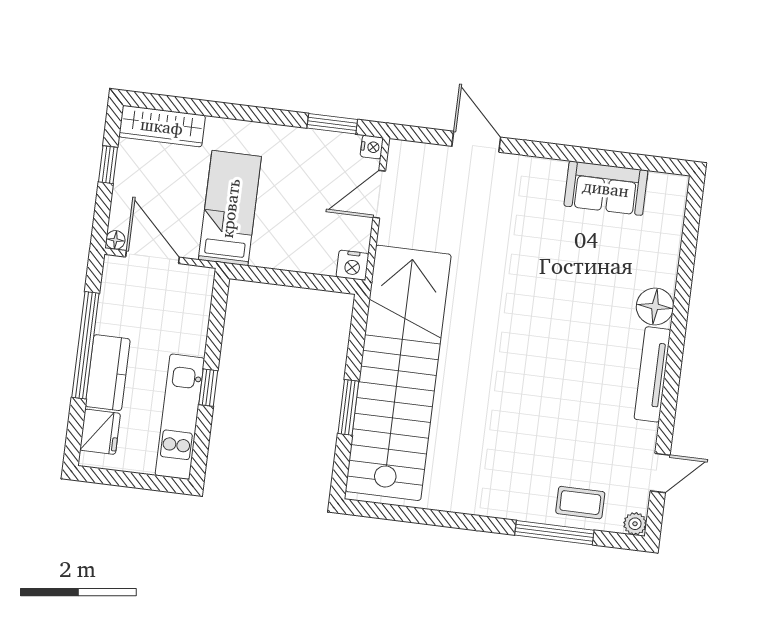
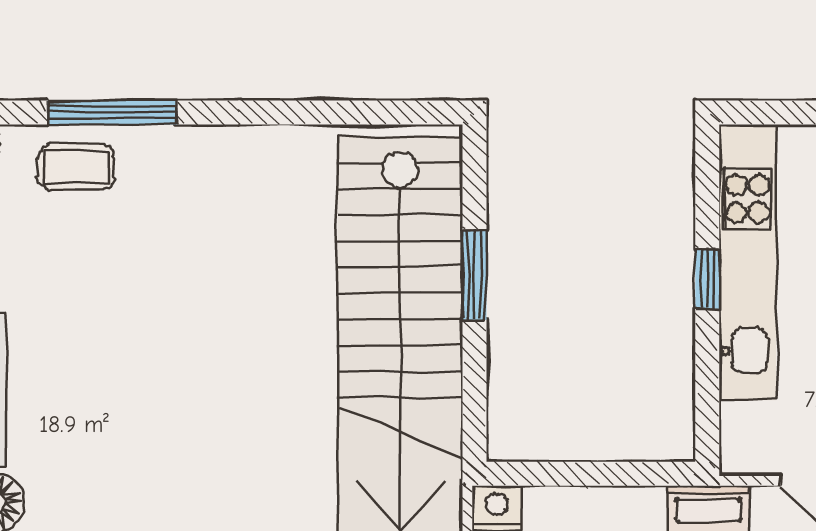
kitchen unit: (180, 417) -> (748, 262), width x1.36

